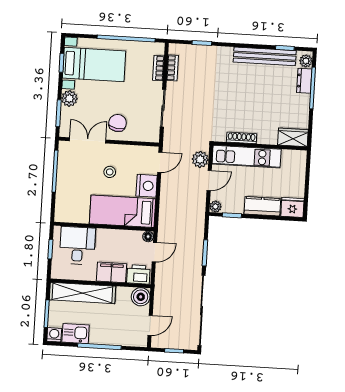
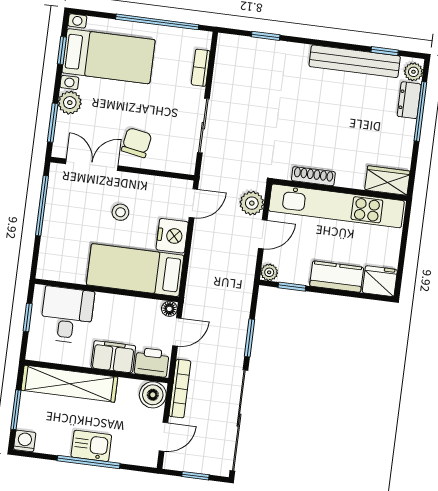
bookcase: (172, 68) -> (180, 389), moved, width x1.56
kitchen unit: (247, 157) -> (336, 206), width x1.36
kitchen sink: (76, 334) -> (91, 446), moved

